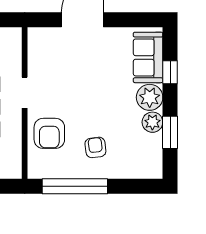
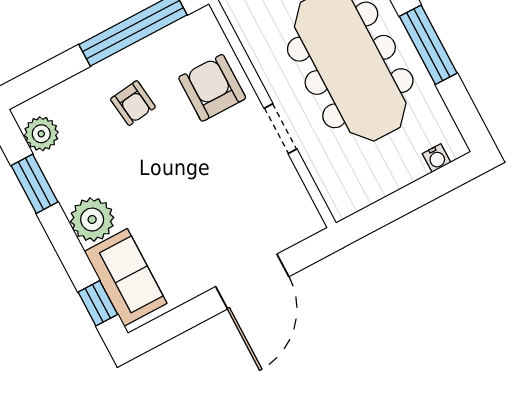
window: (170, 72) -> (98, 303), moved
plant: (152, 122) -> (41, 134), moved

